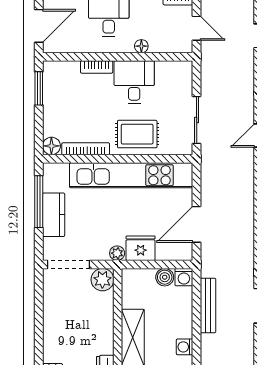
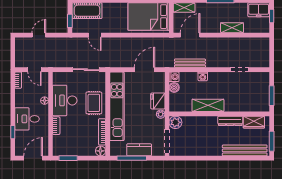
door: (39, 26) -> (33, 158), hinge flipped
door: (197, 28) -> (34, 70), swing flipped
desk: (134, 82) -> (65, 100), width x1.37
door: (197, 224) -> (144, 70), swing flipped
washing machine: (185, 347) -> (203, 76), moved

